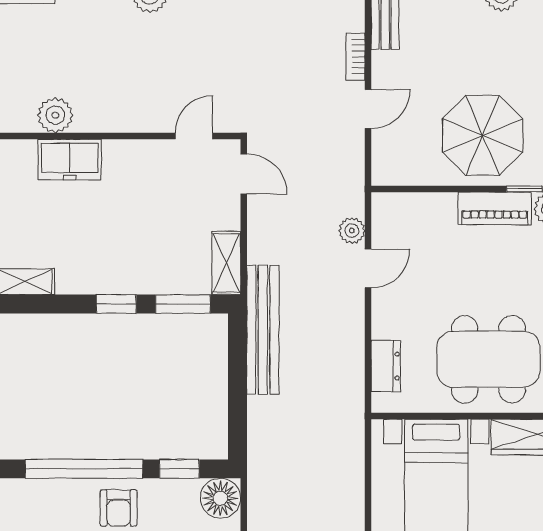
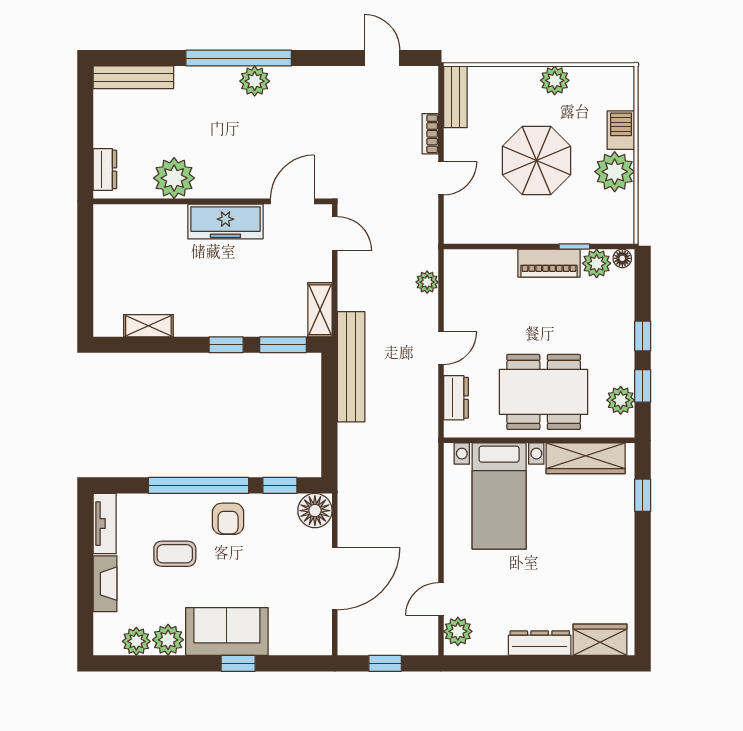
plant: (55, 115) -> (174, 178), width x1.36, depth x1.36
parasol: (483, 135) -> (536, 160), moved
door: (194, 136) -> (292, 201), width x1.38
freezer: (70, 160) -> (225, 221), moved, width x1.40
door: (368, 269) -> (441, 348), moved

